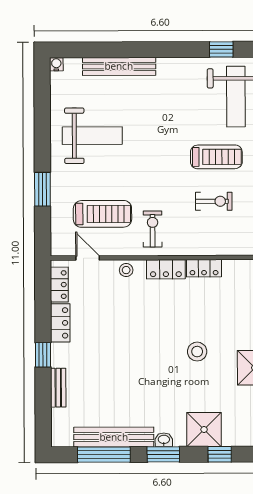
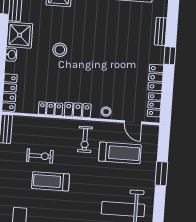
treadmill: (216, 157) -> (51, 181), moved
exercise bike: (214, 201) -> (40, 156), turned 180
treadmill: (102, 214) -> (120, 153), turned 180

